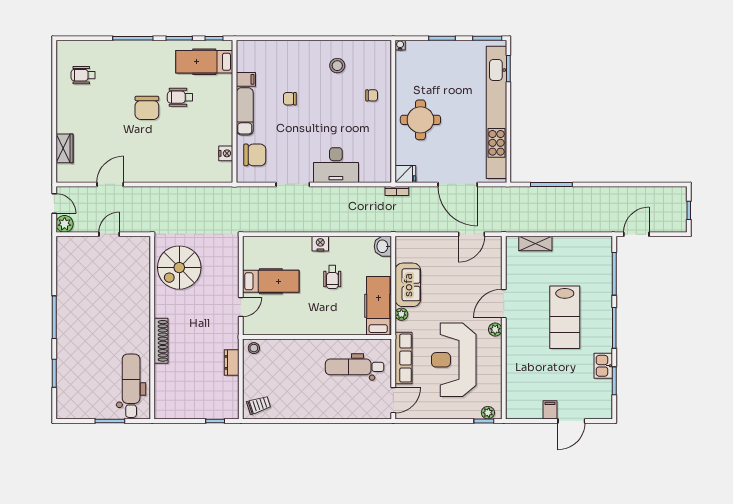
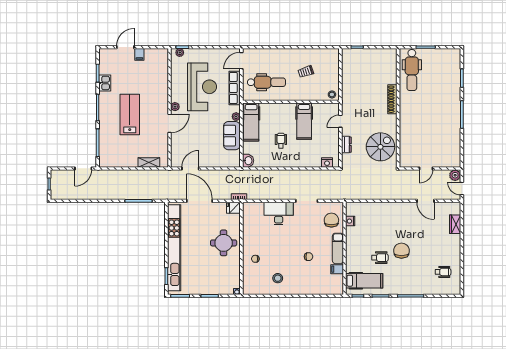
chair: (255, 155) -> (331, 220), turned 90
door: (110, 184) -> (425, 201), hinge flipped
nightstand: (320, 244) -> (327, 162), moved
hospital bed: (271, 281) -> (304, 121), moved, turned -90
dresser: (232, 362) -> (346, 145), moved
trolley: (259, 405) -> (306, 72), moved

